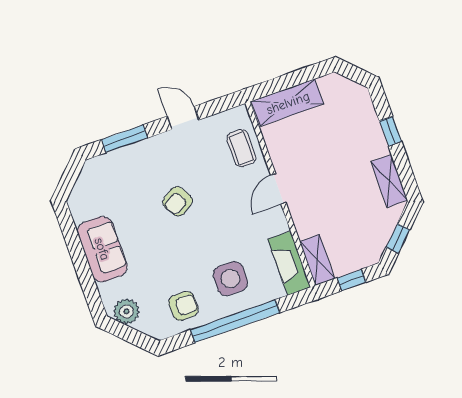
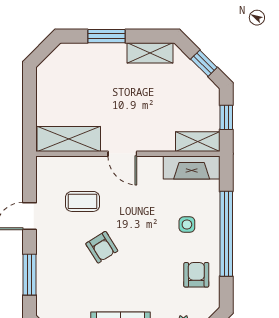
shelving: (288, 103) -> (69, 139), moved, turned 90
window: (391, 131) -> (106, 36), width x1.50
coffee table: (241, 148) -> (82, 201), moved
side table: (230, 279) -> (187, 224), width x0.54, depth x0.54

